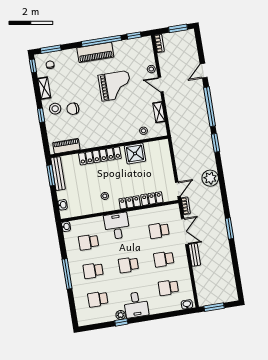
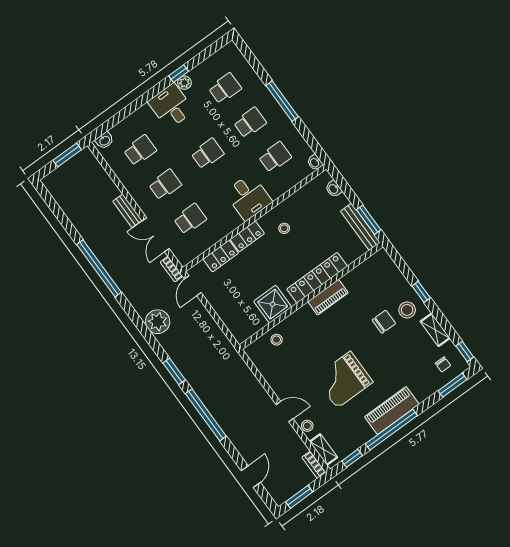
door: (204, 71) -> (251, 477), moved
shelving: (159, 112) -> (324, 449), moved
piano: (66, 146) -> (328, 297), moved
window: (229, 228) -> (99, 268), width x2.11

